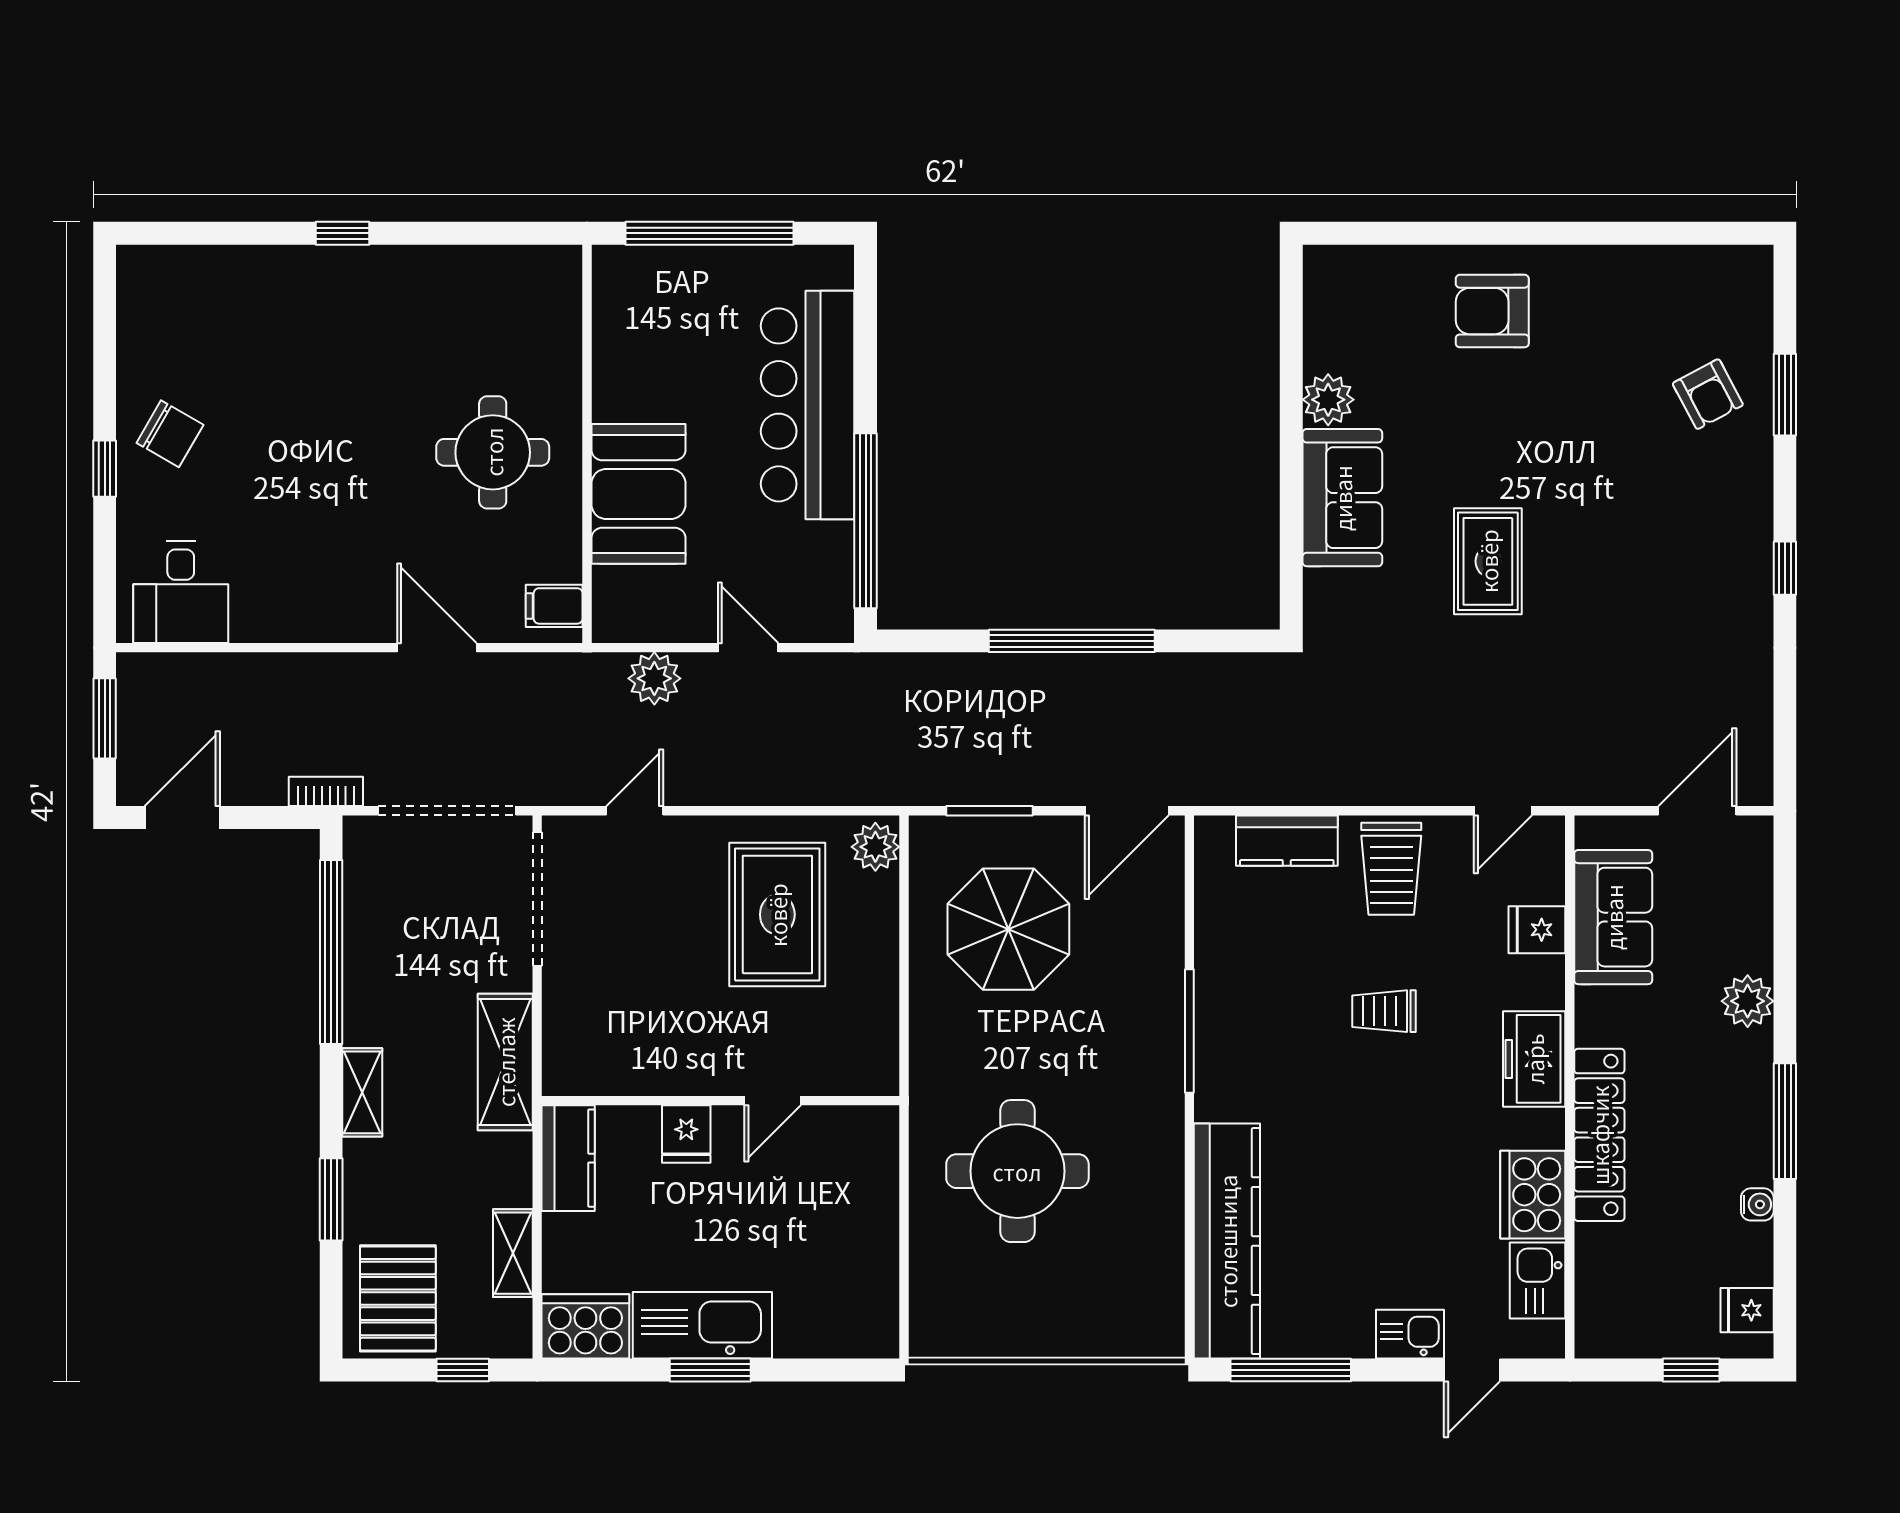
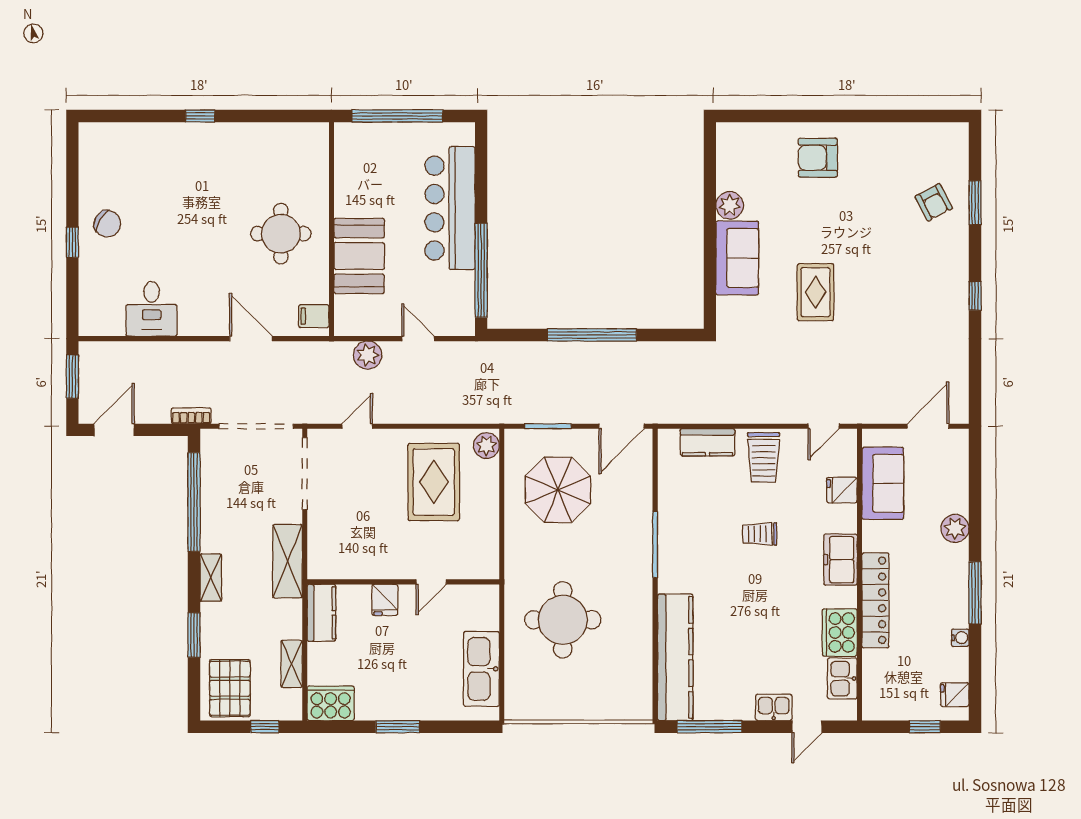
desk: (181, 592) -> (152, 309), moved
kitchen sink: (702, 1325) -> (481, 669), moved, turned -90

